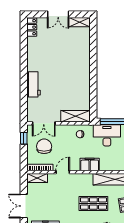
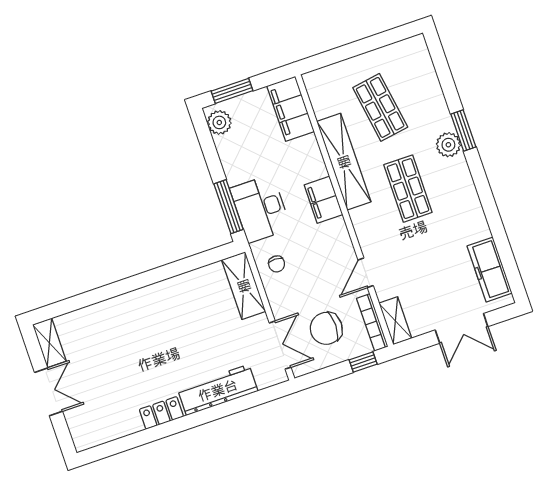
locker: (32, 27) -> (161, 413), moved
workbench: (33, 84) -> (218, 390), width x1.38
window: (24, 138) -> (363, 362), moved
filing cabinet: (90, 165) -> (323, 200), moved
door: (63, 172) -> (366, 273), hinge flipped

